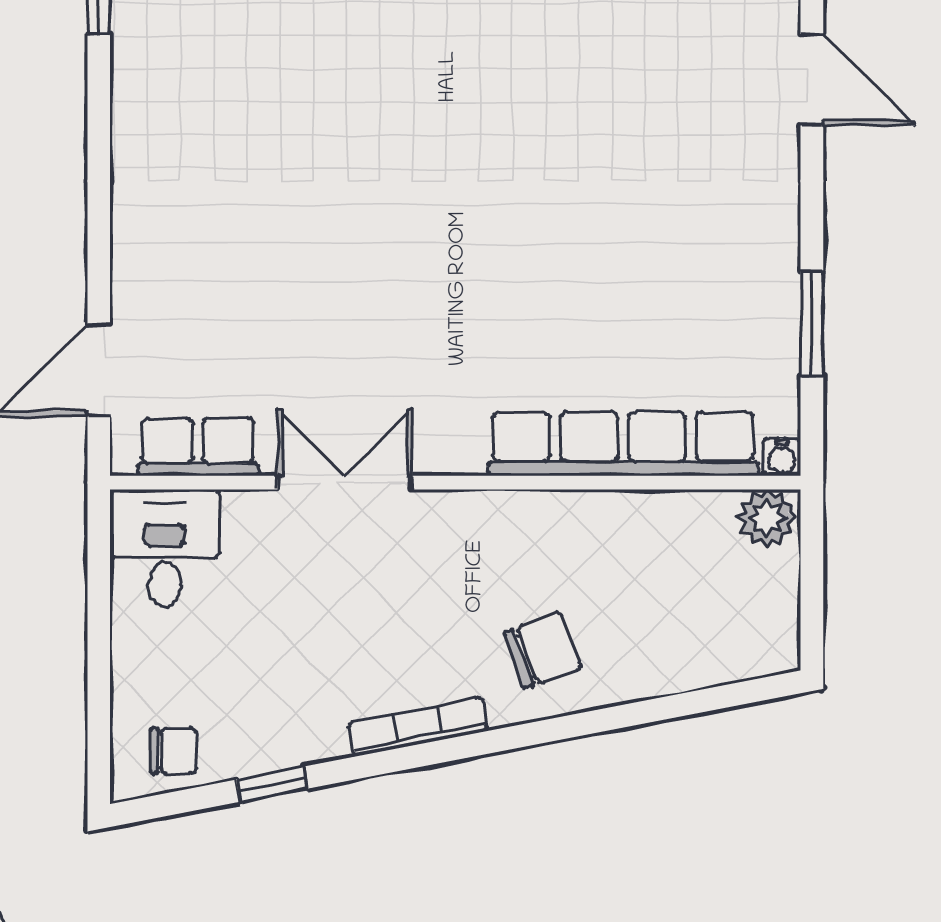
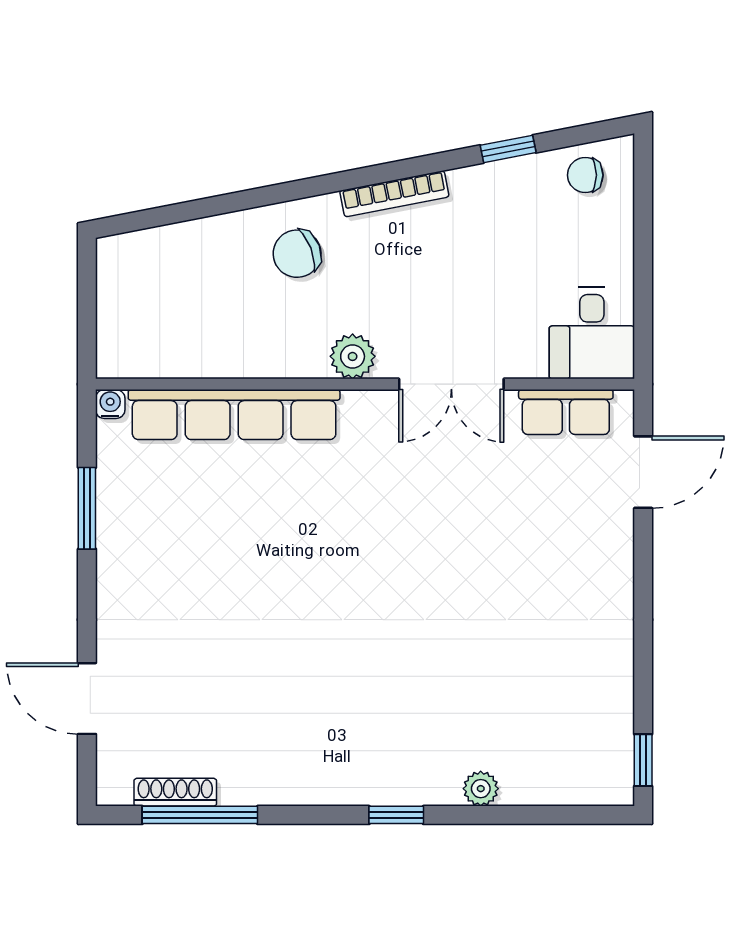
plant: (767, 518) -> (353, 356), moved

